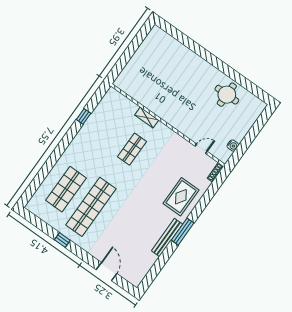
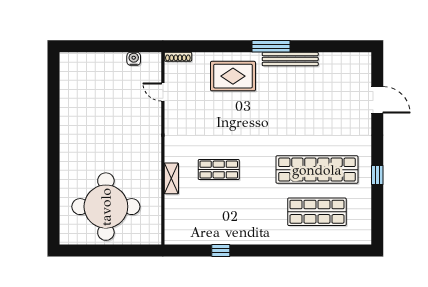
round table: (227, 95) -> (106, 207), moved, width x1.86, depth x1.86
door: (107, 272) -> (377, 100), swing flipped

